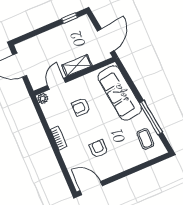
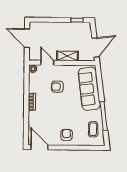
door: (57, 84) -> (47, 63), hinge flipped
armchair: (98, 149) -> (67, 135), moved

